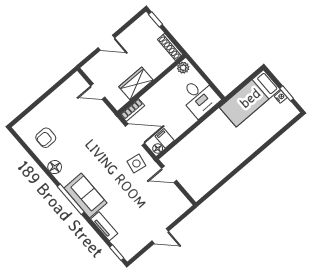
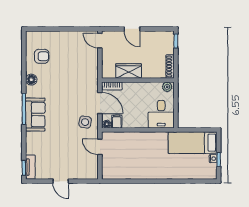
door: (98, 91) -> (100, 41), moved
armchair: (46, 138) -> (42, 56), turned 180
tv unit: (104, 226) -> (30, 167), moved

